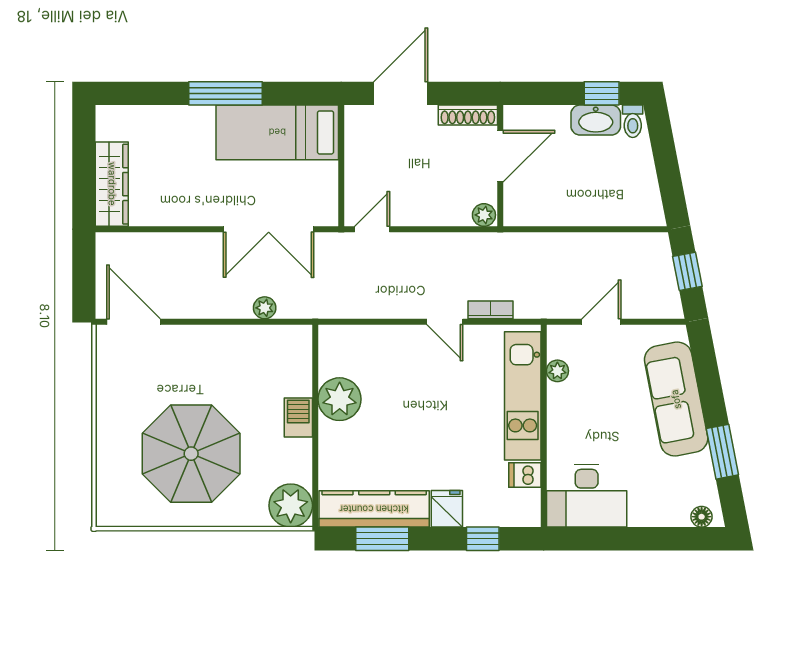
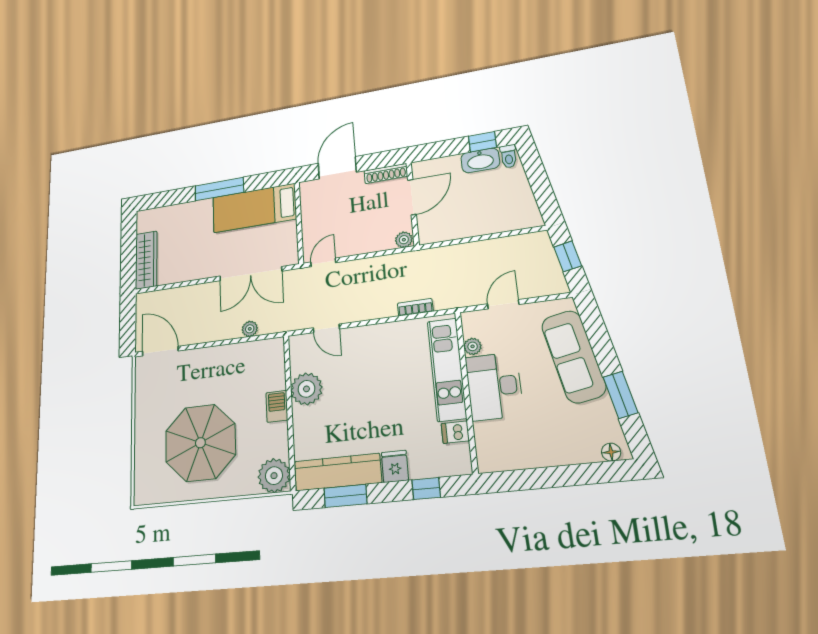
door: (445, 322) -> (326, 328), moved
desk: (587, 496) -> (494, 386), moved, turned 90

